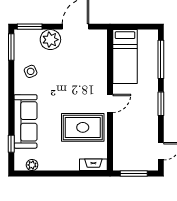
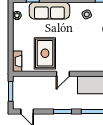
door: (110, 103) -> (63, 74), hinge flipped

